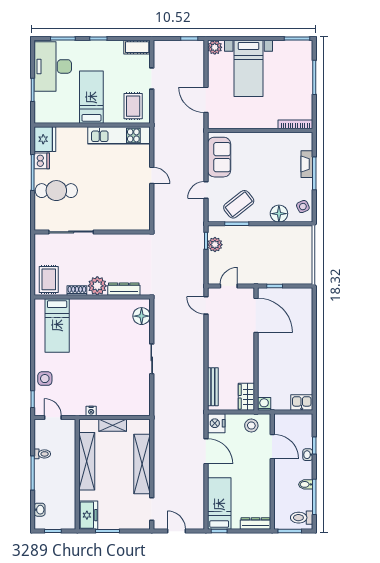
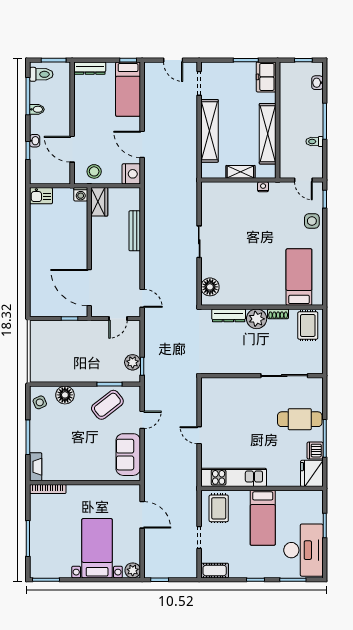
fireplace: (307, 164) -> (36, 467), moved
bench: (213, 387) -> (135, 231), moved

